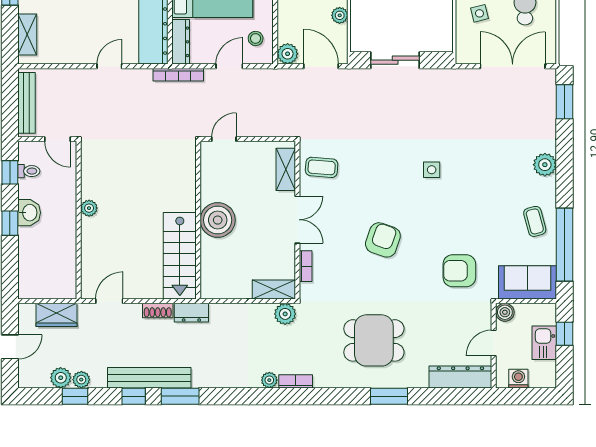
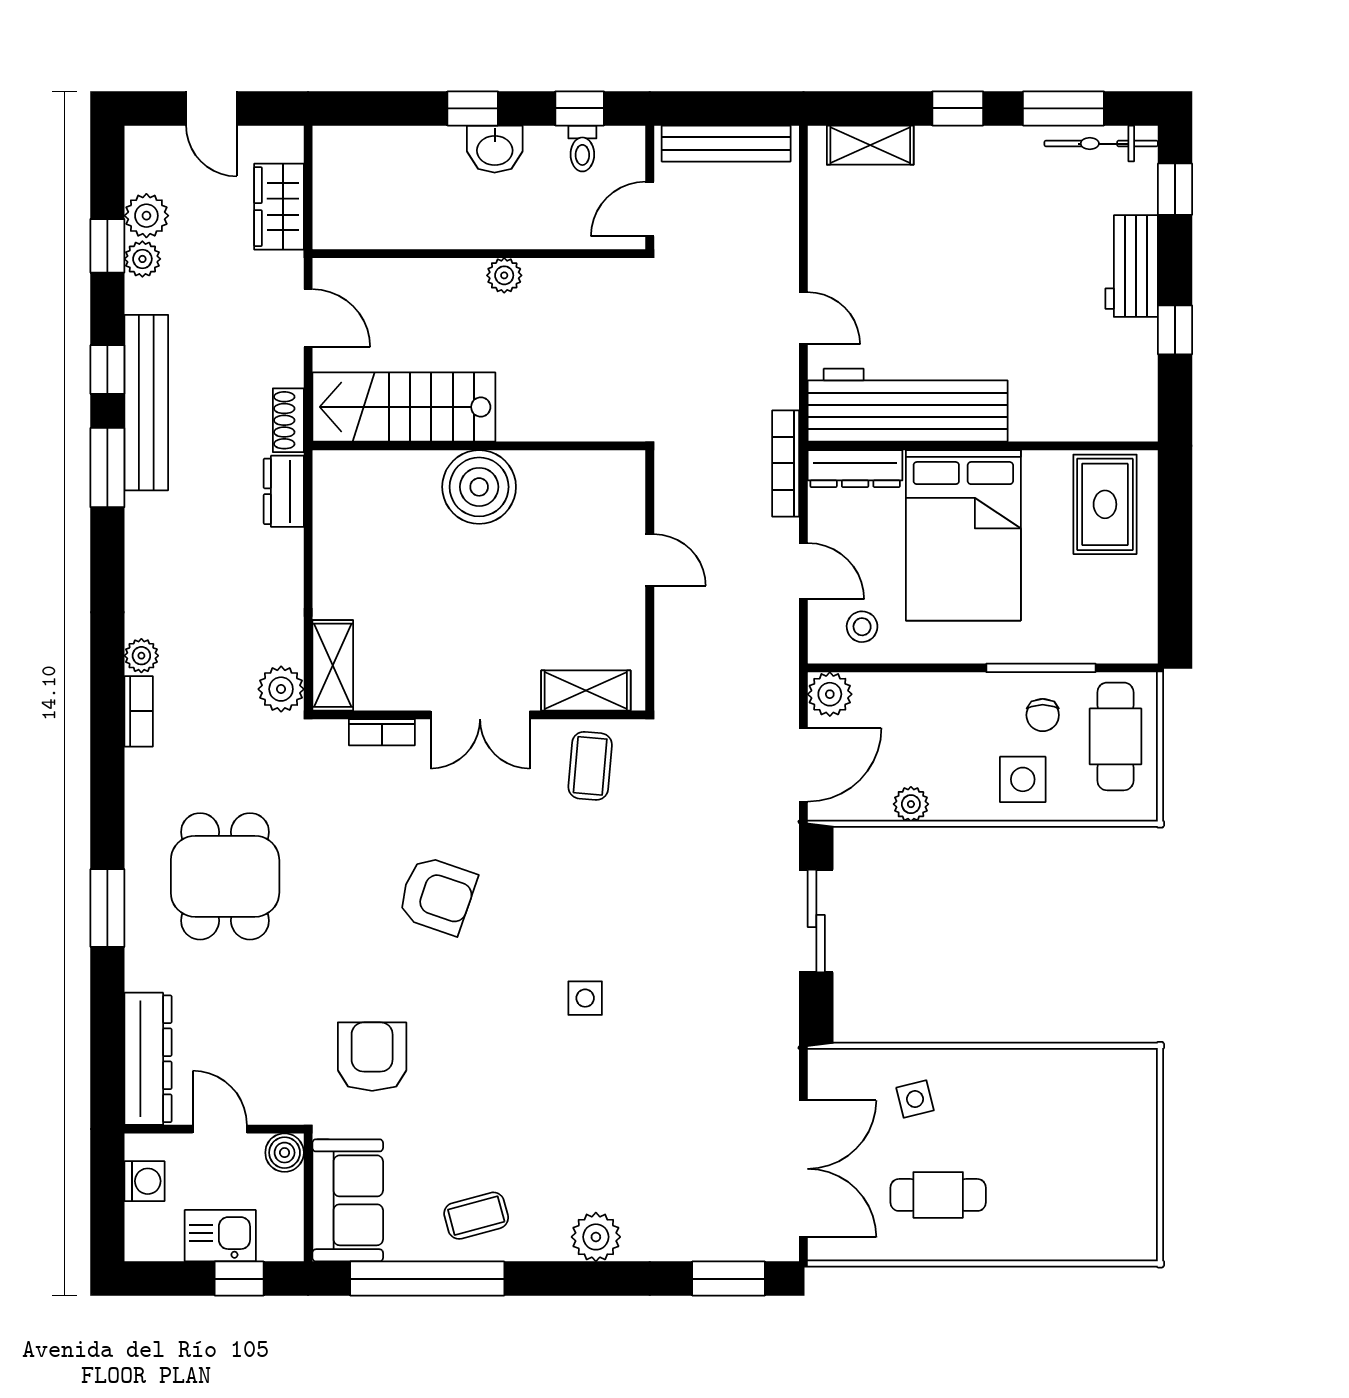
wall: (198, 220) -> (479, 446), moved
boiler: (218, 220) -> (479, 487), moved
stairs: (180, 256) -> (404, 407), moved

